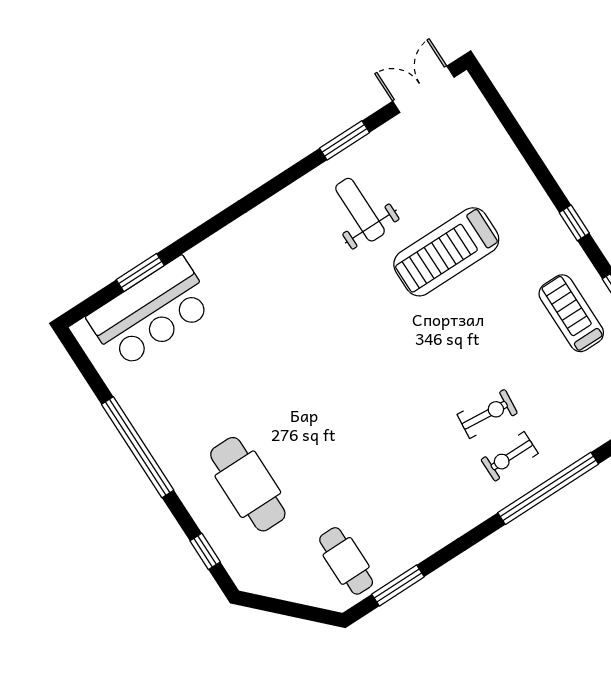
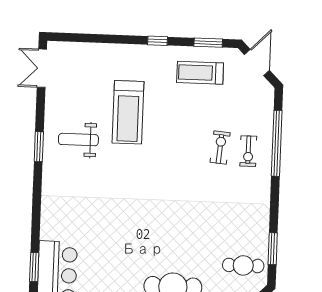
window: (344, 140) -> (39, 147), moved

